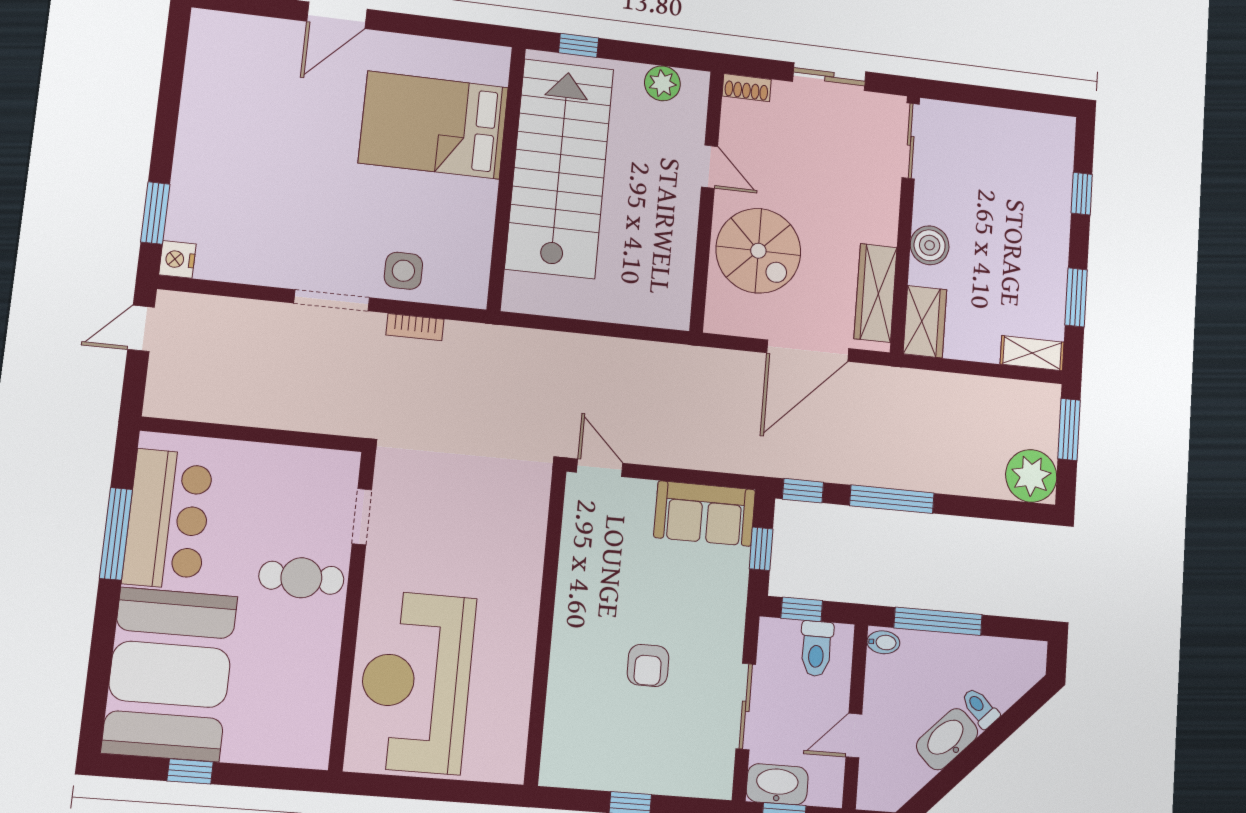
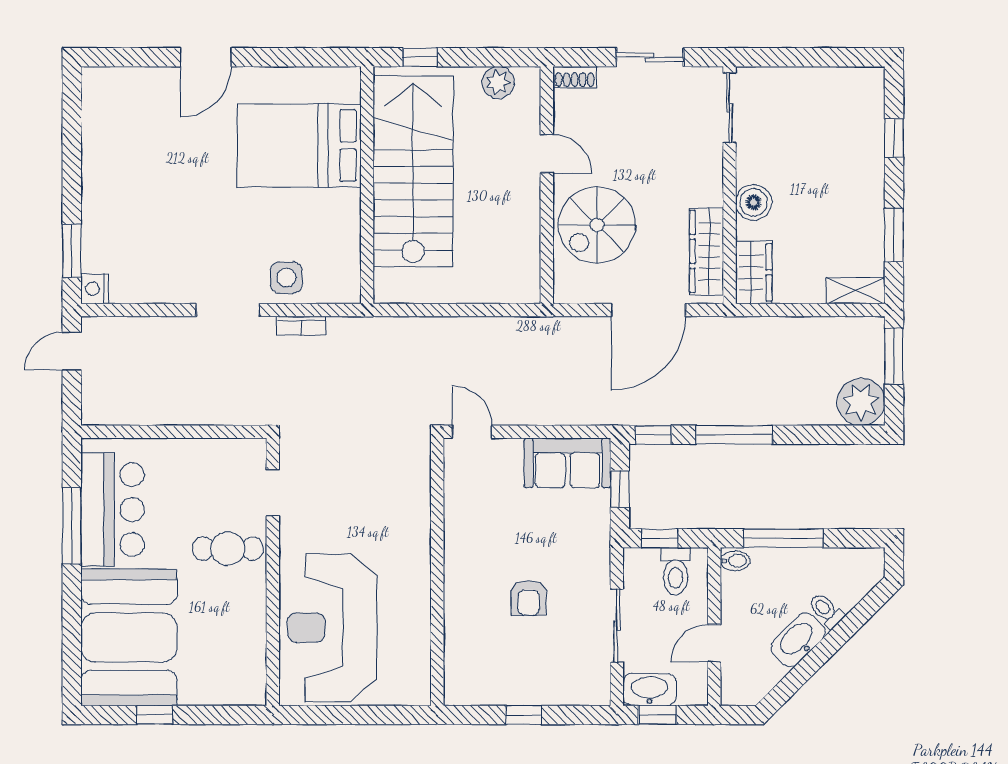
spiral stairs: (758, 251) -> (597, 225), turned 90

